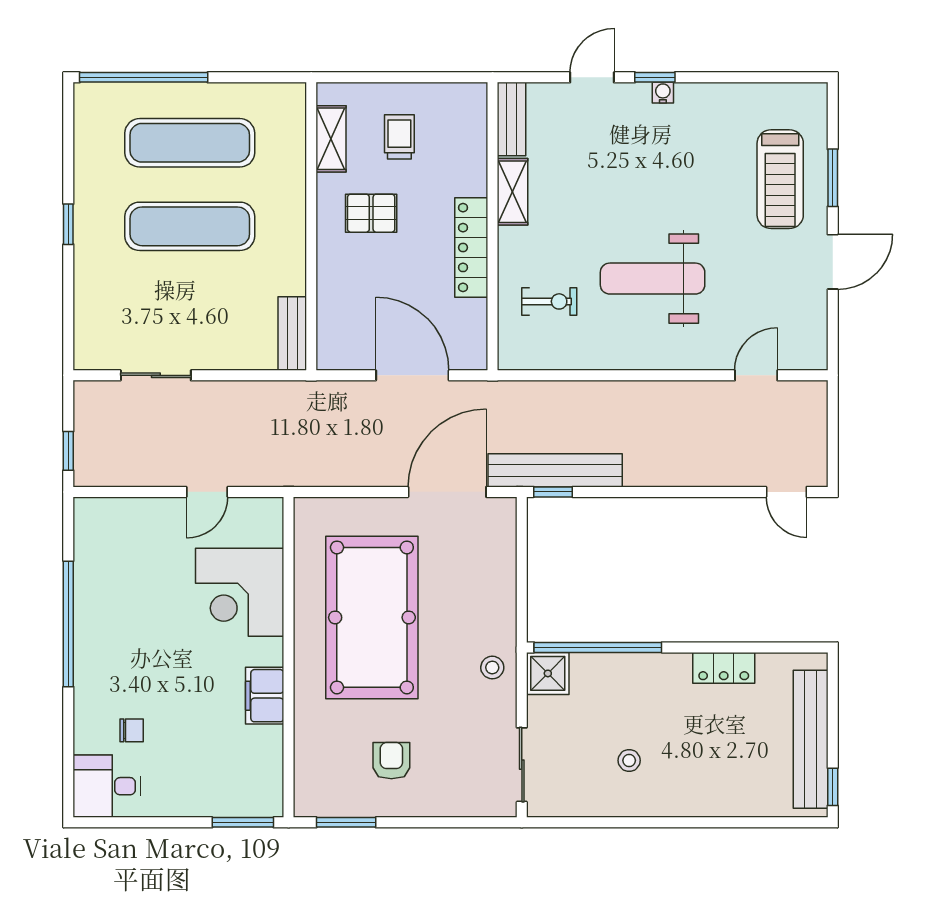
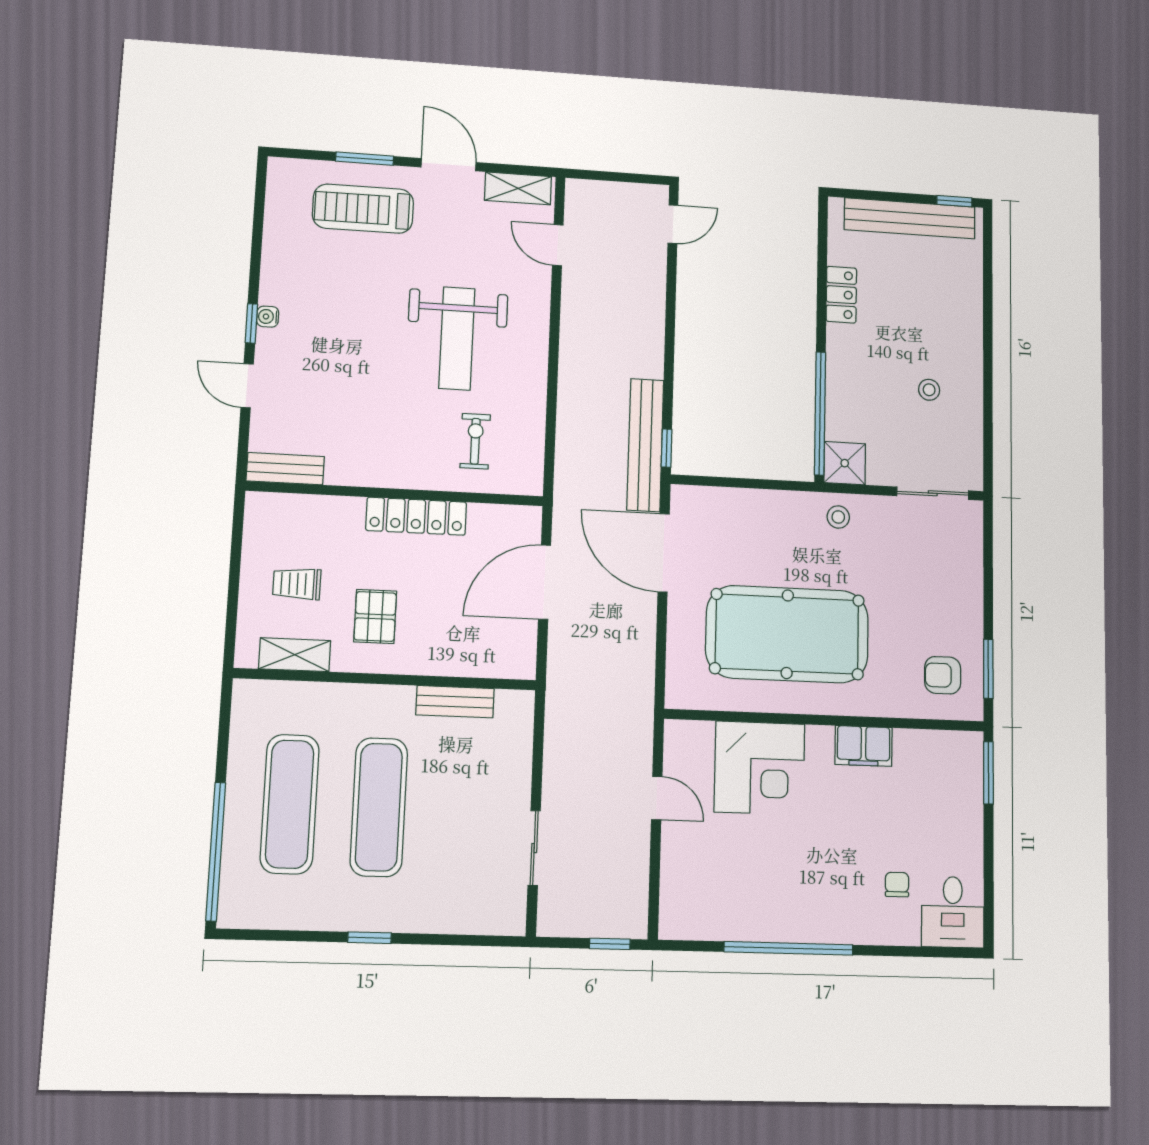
treadmill: (780, 179) -> (363, 209), turned 180
shelving: (512, 192) -> (518, 188), moved
bench: (292, 333) -> (455, 702), moved
armchair: (391, 761) -> (943, 675), moved

